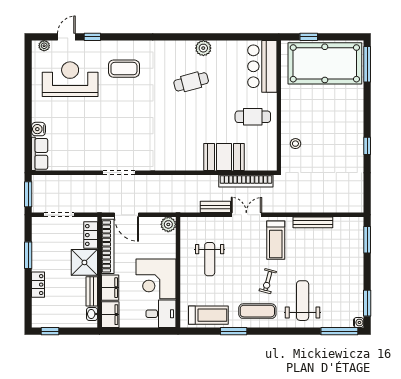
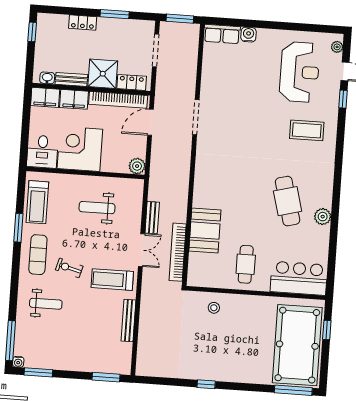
coffee table: (124, 69) -> (307, 130), turned 90
cafe table: (191, 82) -> (288, 201), width x1.37, depth x1.35
weight bench: (303, 301) -> (46, 304), width x0.73, depth x0.75

